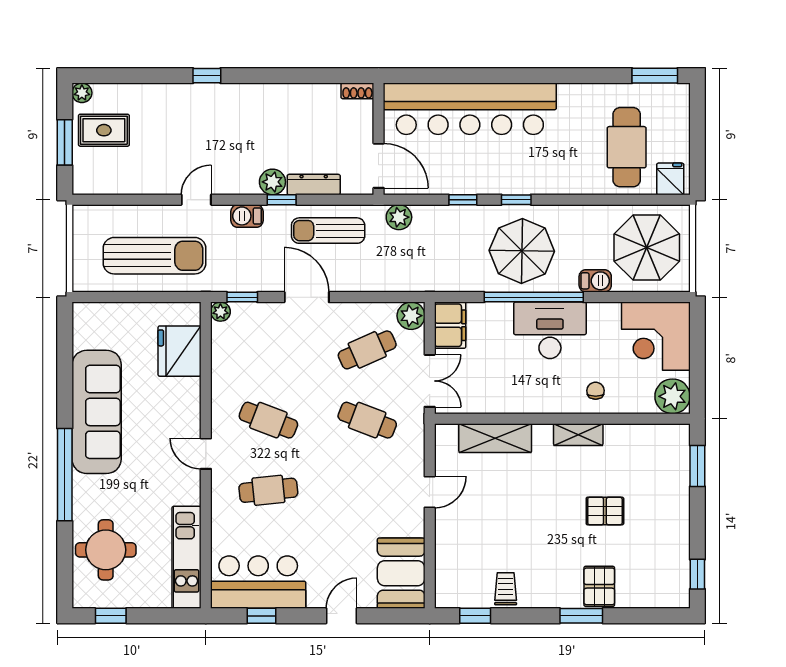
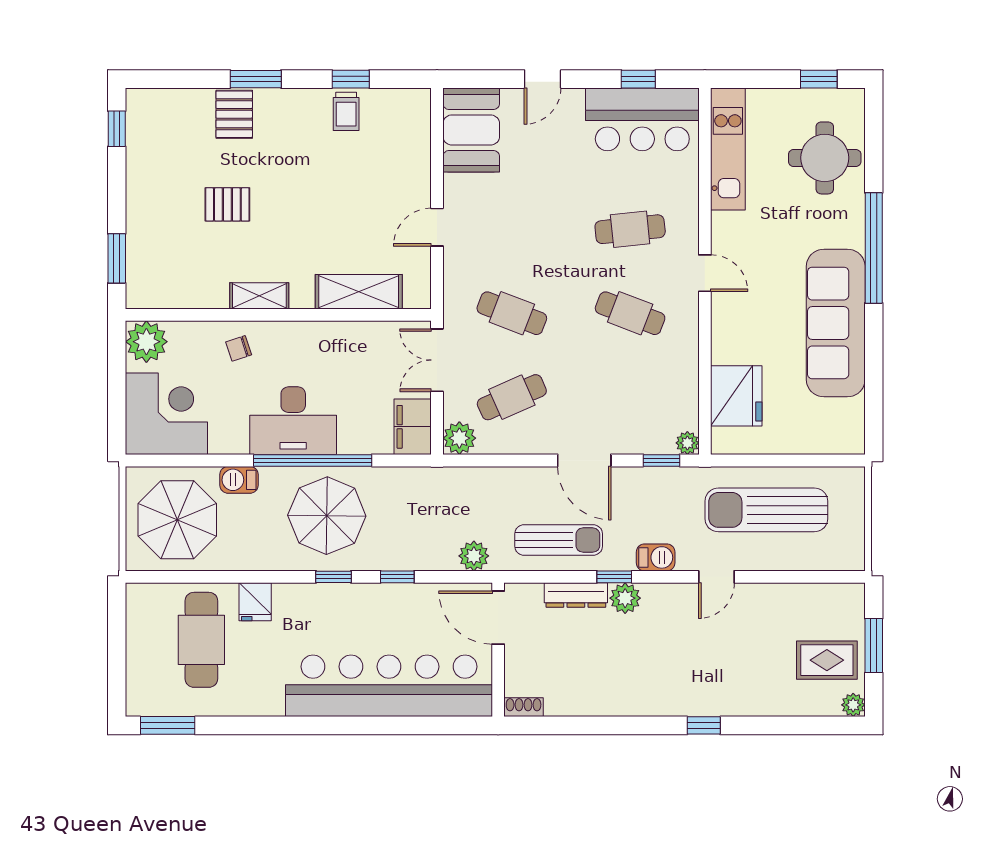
fridge: (670, 179) -> (255, 602), moved
chair: (596, 391) -> (239, 348), turned 72
window: (475, 616) -> (351, 79), moved

